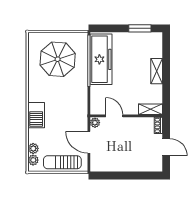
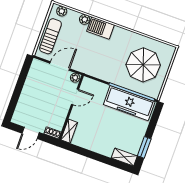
shelving: (157, 71) -> (124, 157), moved
plant: (33, 148) -> (85, 19), moved

